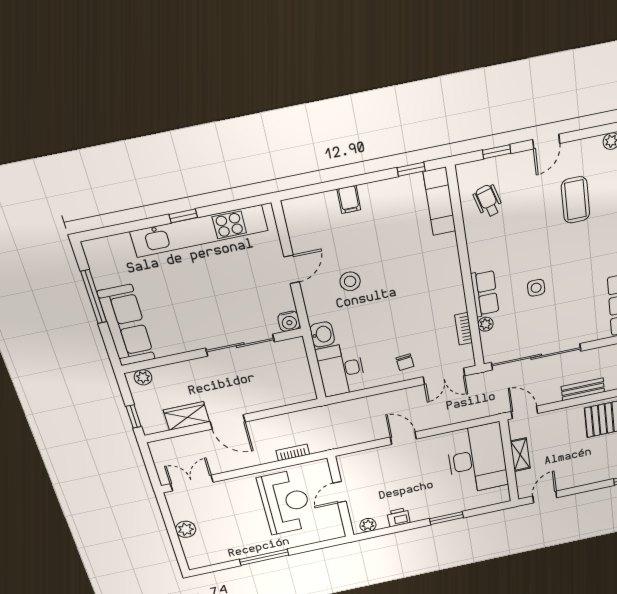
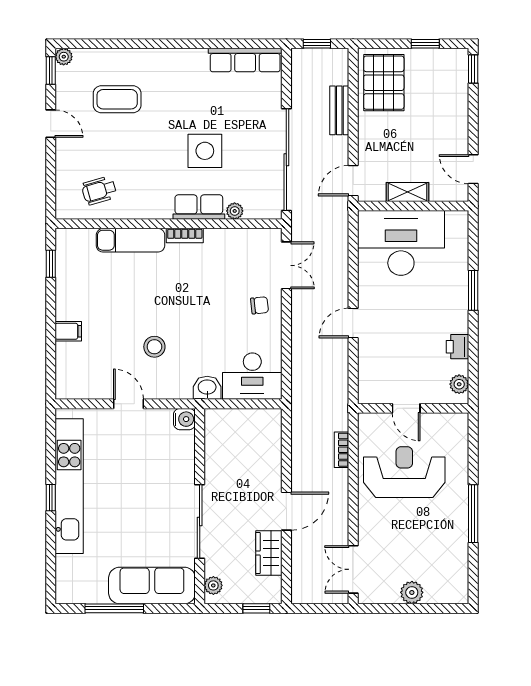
window: (497, 152) -> (51, 71), moved
exam couch: (440, 201) -> (130, 240), moved
side table: (536, 288) -> (205, 151), width x1.87, depth x1.87
bookcase: (464, 329) -> (185, 236), moved
sliding door: (240, 345) -> (200, 521), moved

